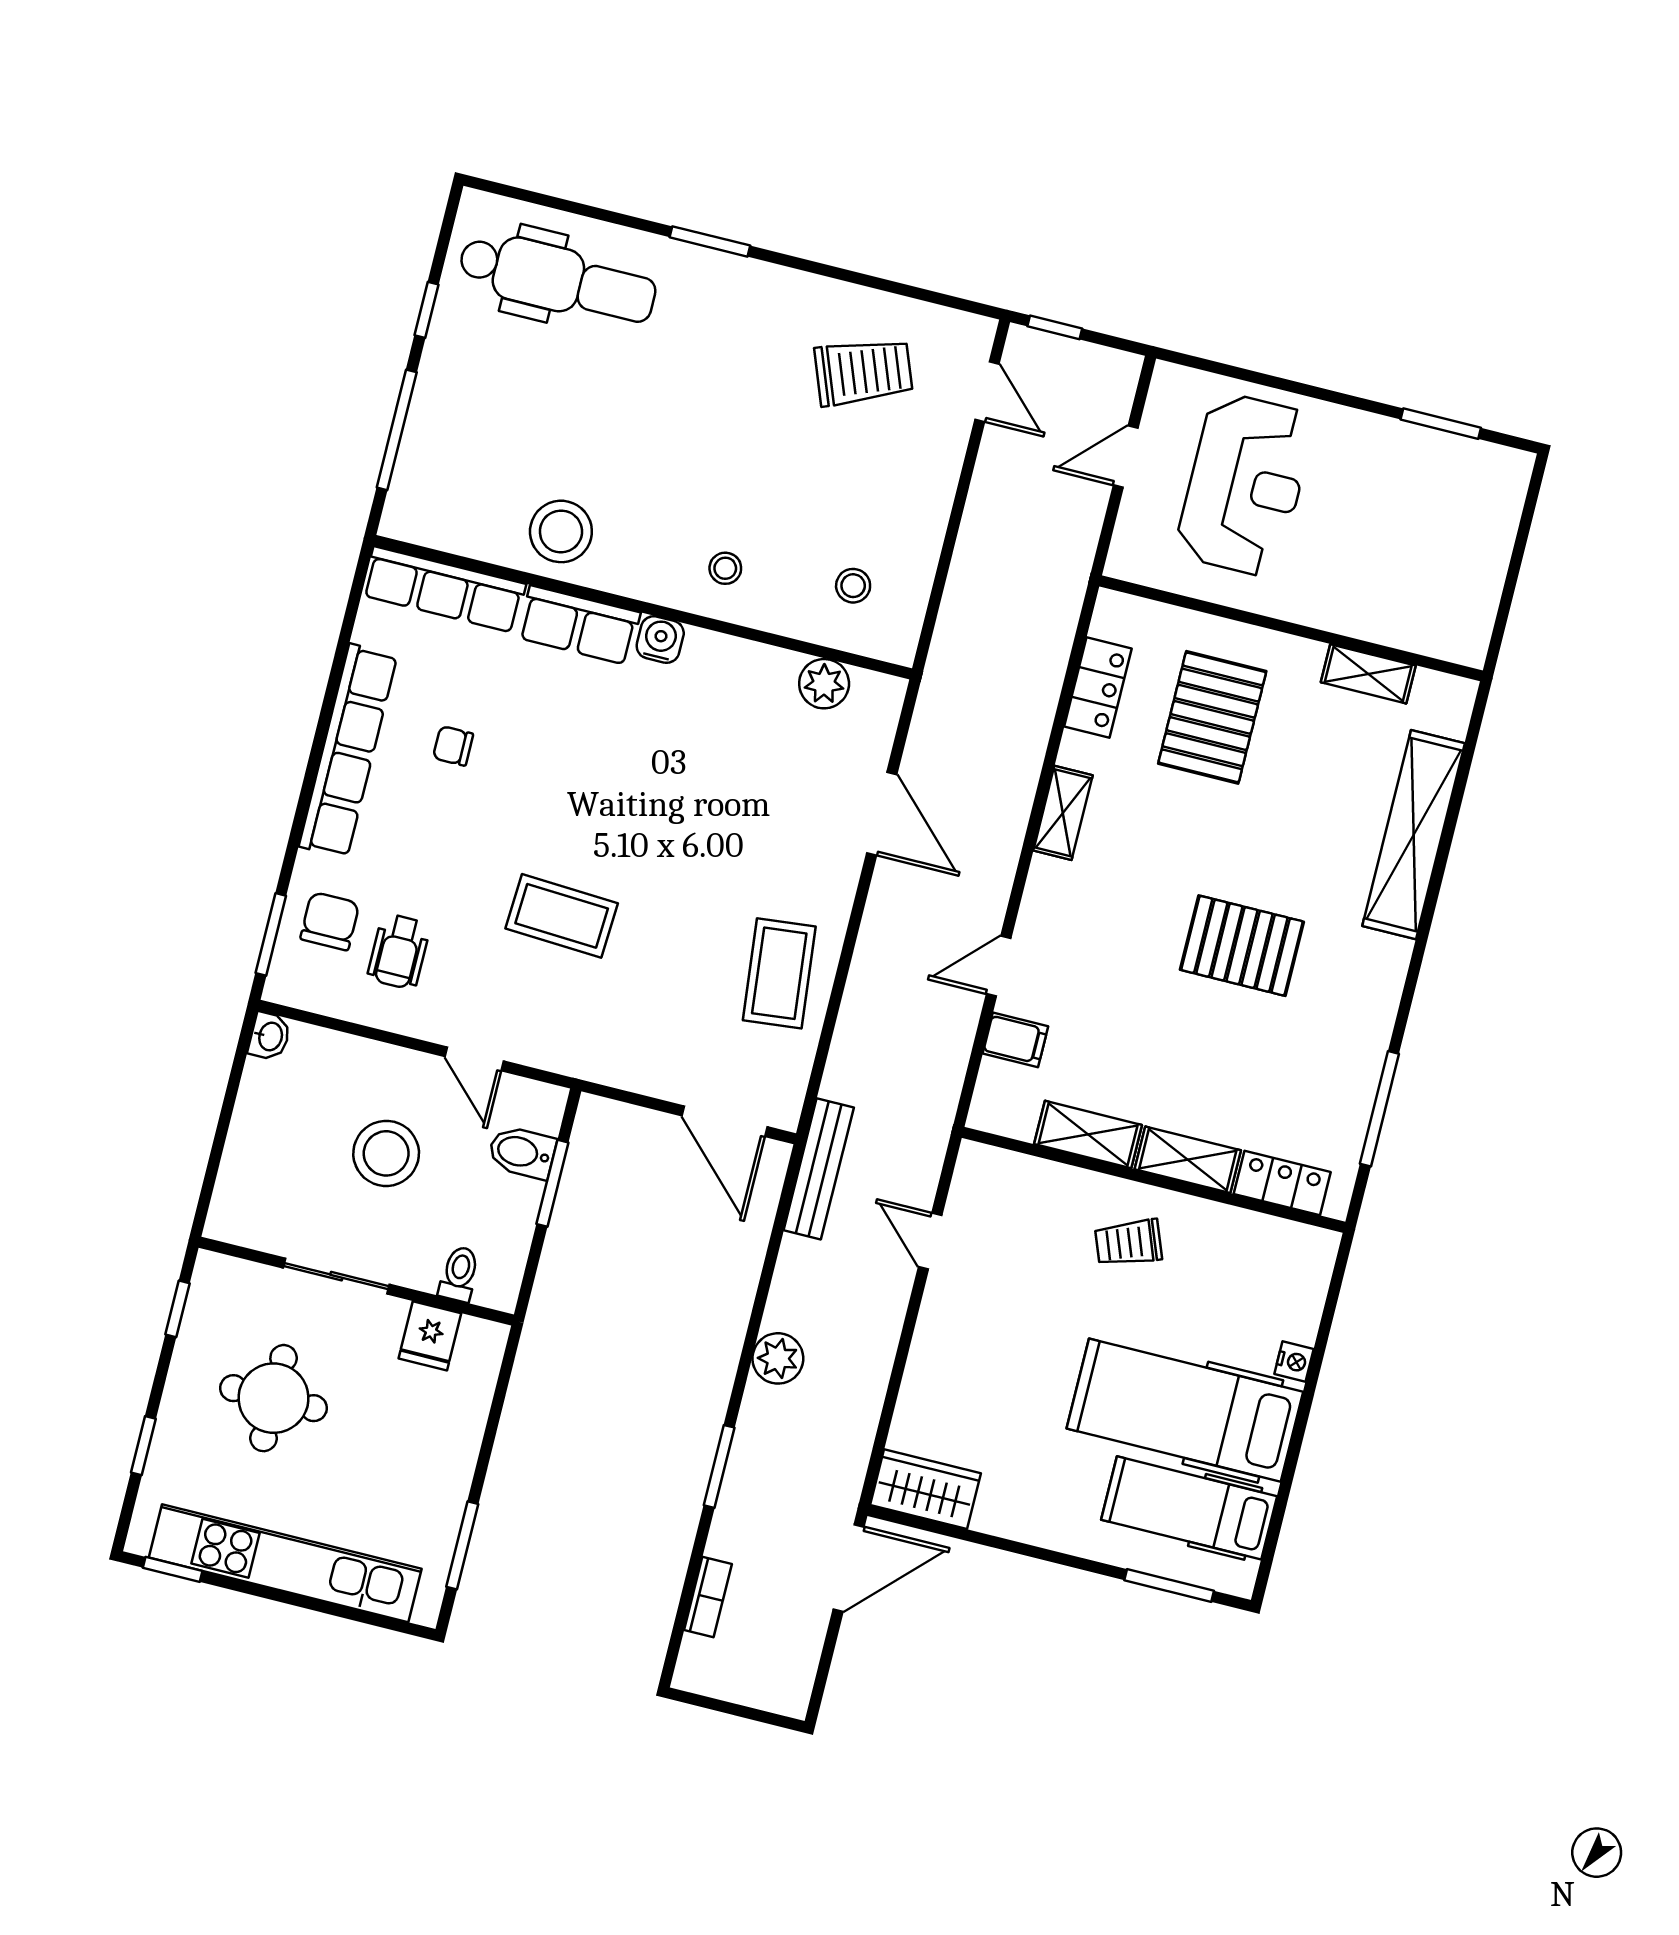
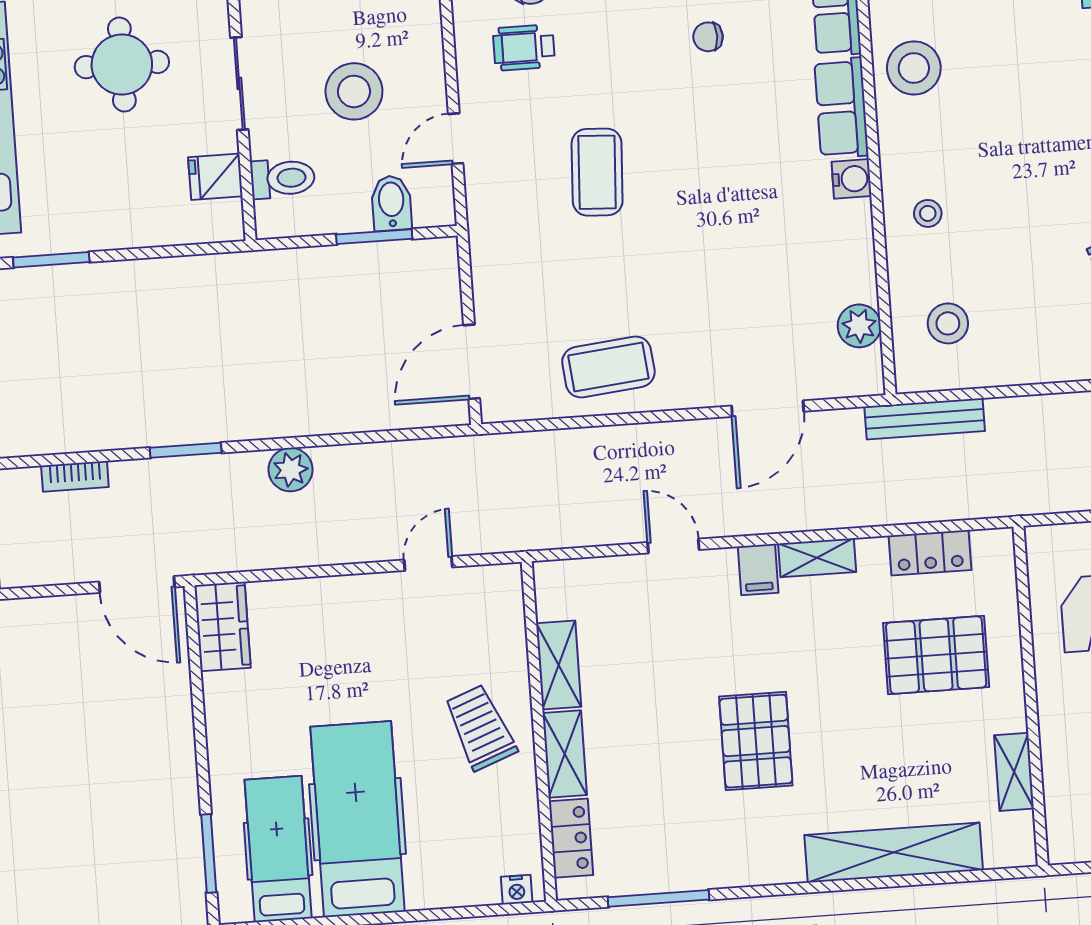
stool: (853, 586) -> (948, 323), width x1.37, depth x1.37
chair: (453, 746) -> (708, 37), turned -90
filing cabinet: (1015, 1040) -> (758, 570), moved
bench: (819, 1169) -> (925, 419), moved
trolley: (1128, 1243) -> (480, 728), width x1.36, depth x1.39
toilet: (459, 1274) -> (283, 178), width x1.37, depth x1.39
nightstand: (1294, 1361) -> (517, 890), moved

